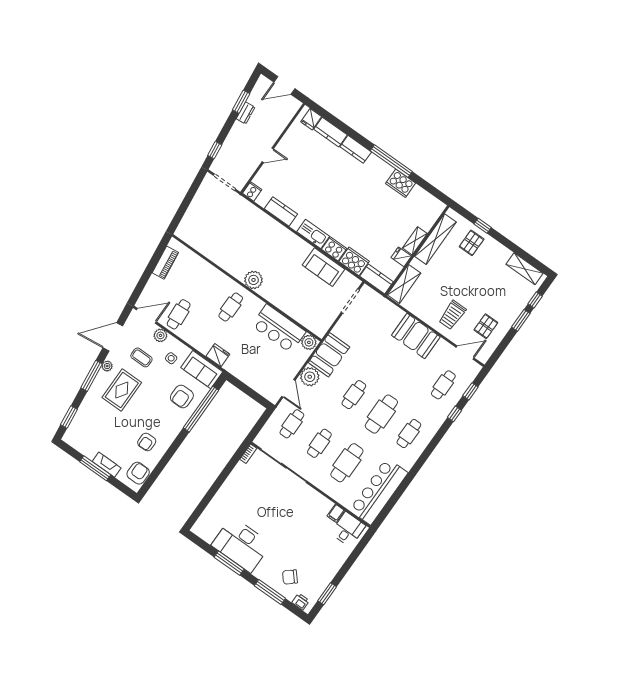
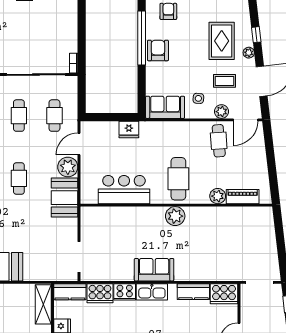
cooker: (252, 191) -> (224, 294), width x1.87, depth x1.31
piano: (165, 263) -> (243, 197), moved, turned 97
sofa: (323, 267) -> (154, 270), moved
cafe table: (231, 307) -> (178, 179), width x1.37, depth x1.35
plant: (309, 342) -> (218, 196), moved
fridge: (218, 355) -> (129, 130), moved
window: (91, 376) -> (256, 35), width x0.46
door: (288, 388) -> (79, 144), hinge flipped
armchair: (182, 396) -> (158, 50), moved
window: (201, 409) -> (142, 38), moved

